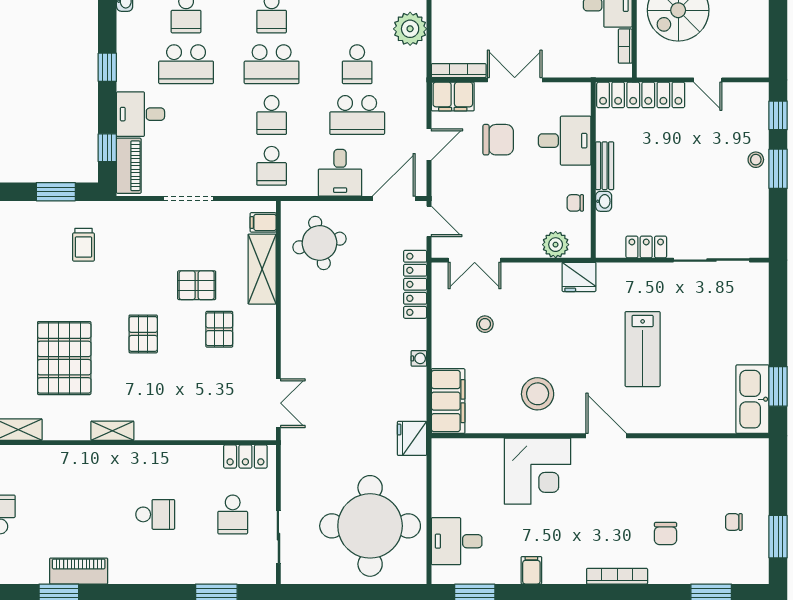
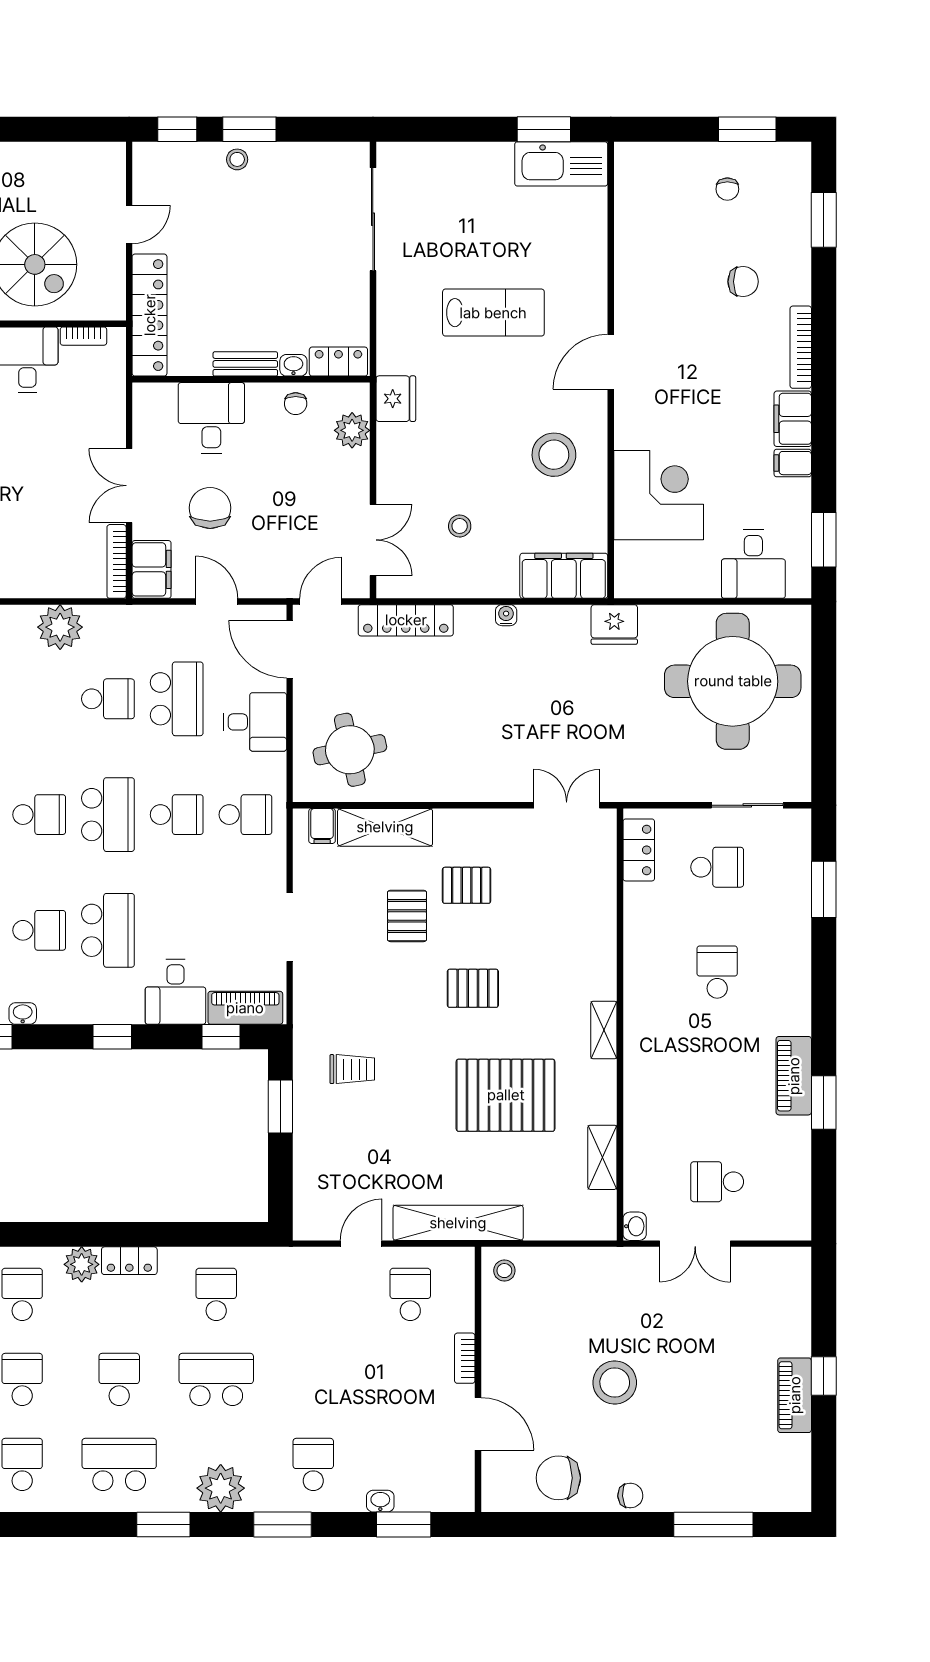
locker: (646, 247) -> (338, 362), moved, turned 90
corner desk: (538, 471) -> (659, 495), moved
filing cabinet: (564, 570) -> (793, 419), added

